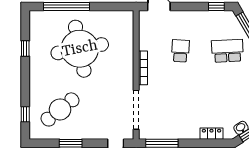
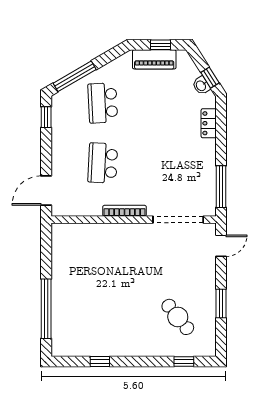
round table: (80, 49) -> (100, 292), removed
school desk: (180, 51) -> (103, 163), width x1.85
cafe table: (60, 109) -> (178, 317), width x0.73, depth x0.74

